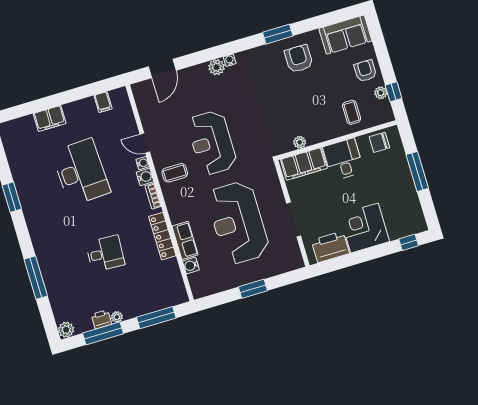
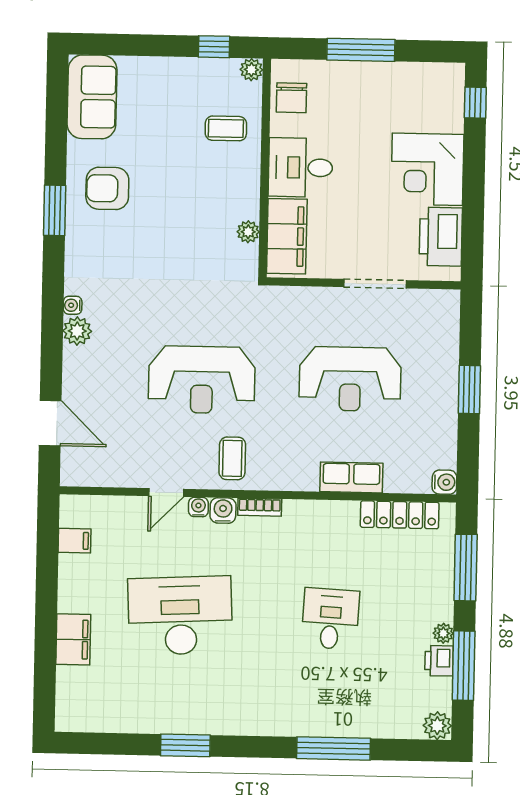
armchair: (365, 71) -> (164, 83), removed
plant: (381, 93) -> (251, 70), moved
reception desk: (238, 223) -> (350, 379), width x0.74, depth x0.77
locker: (162, 236) -> (400, 515), moved
water cooler: (191, 265) -> (444, 482), moved, turned -90

